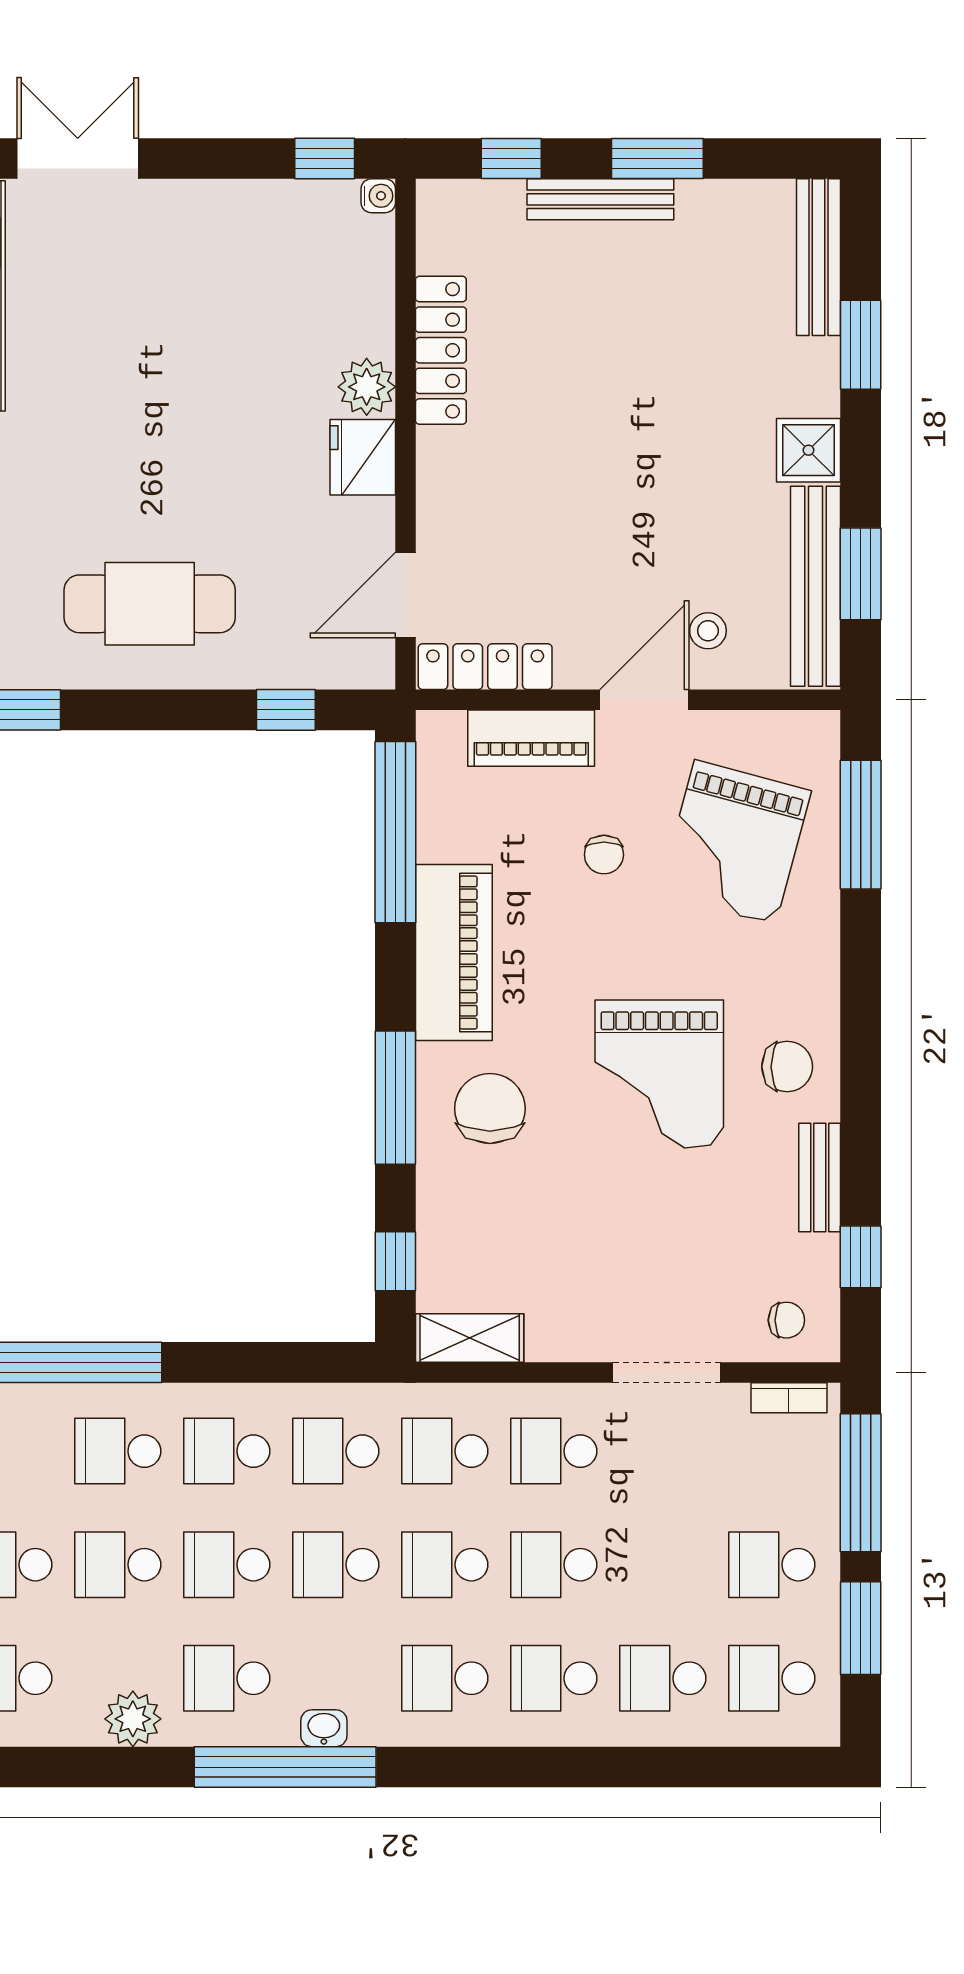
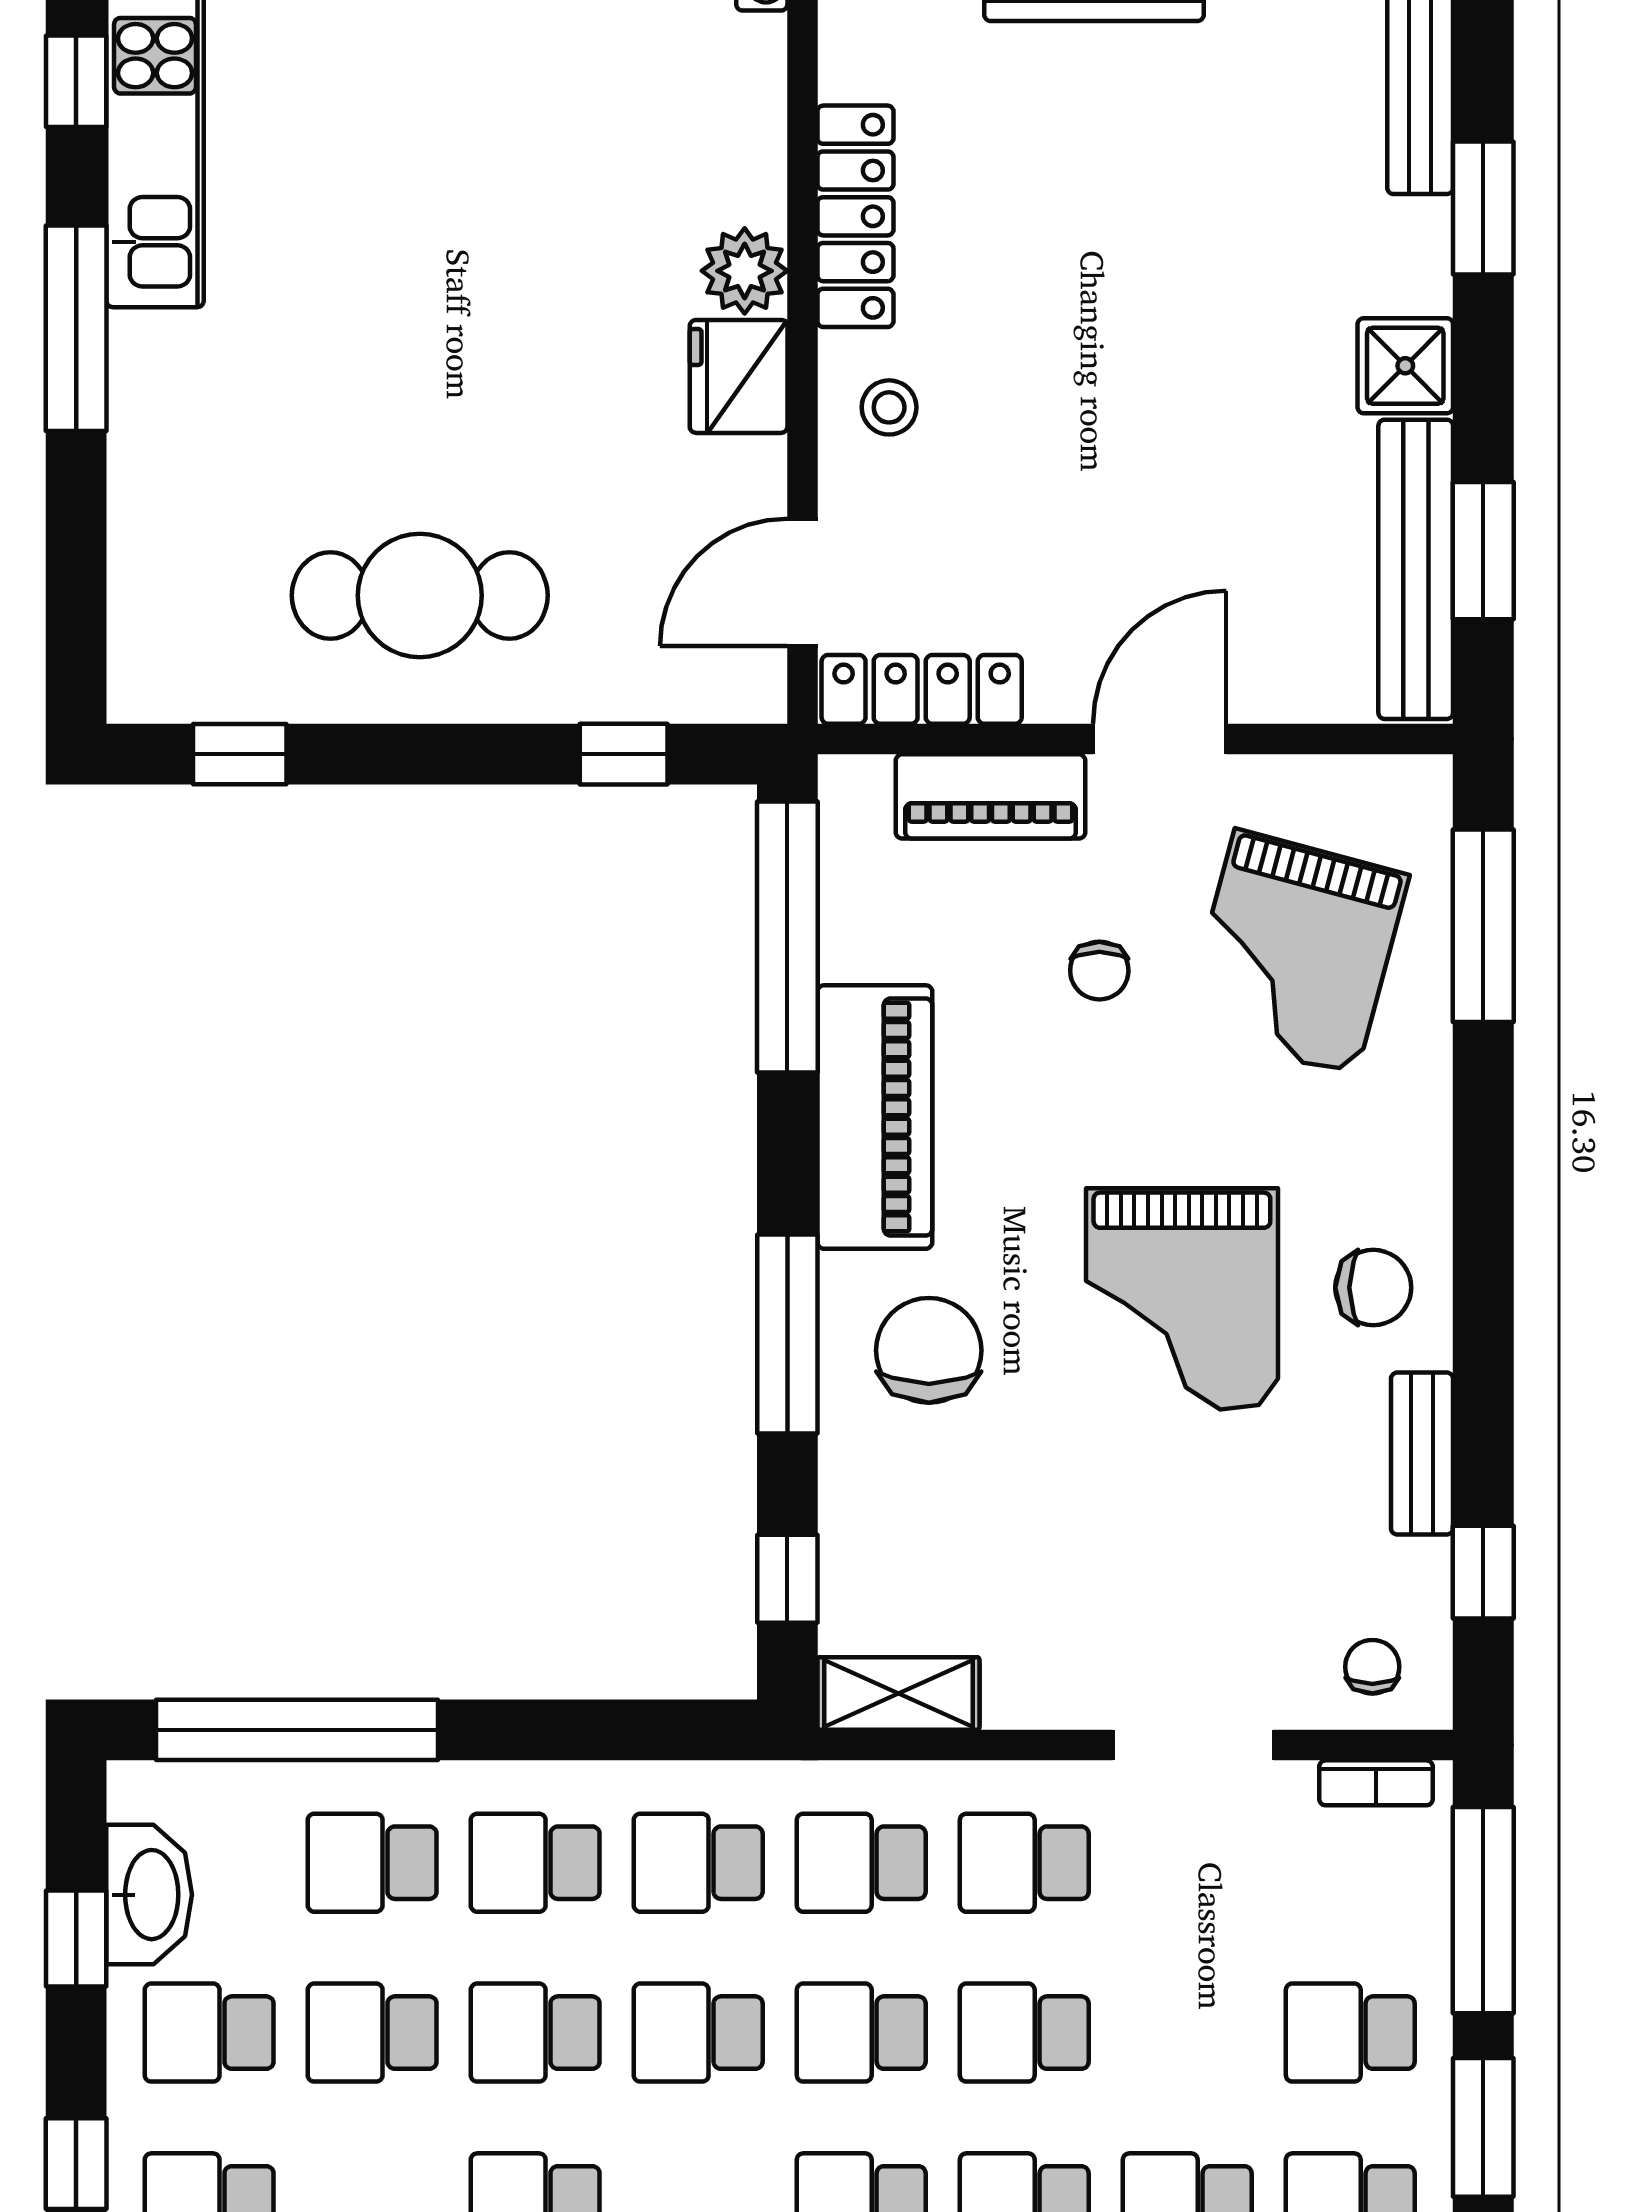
stool: (708, 631) -> (889, 407), moved
chair: (786, 1320) -> (1372, 1667), turned -90

